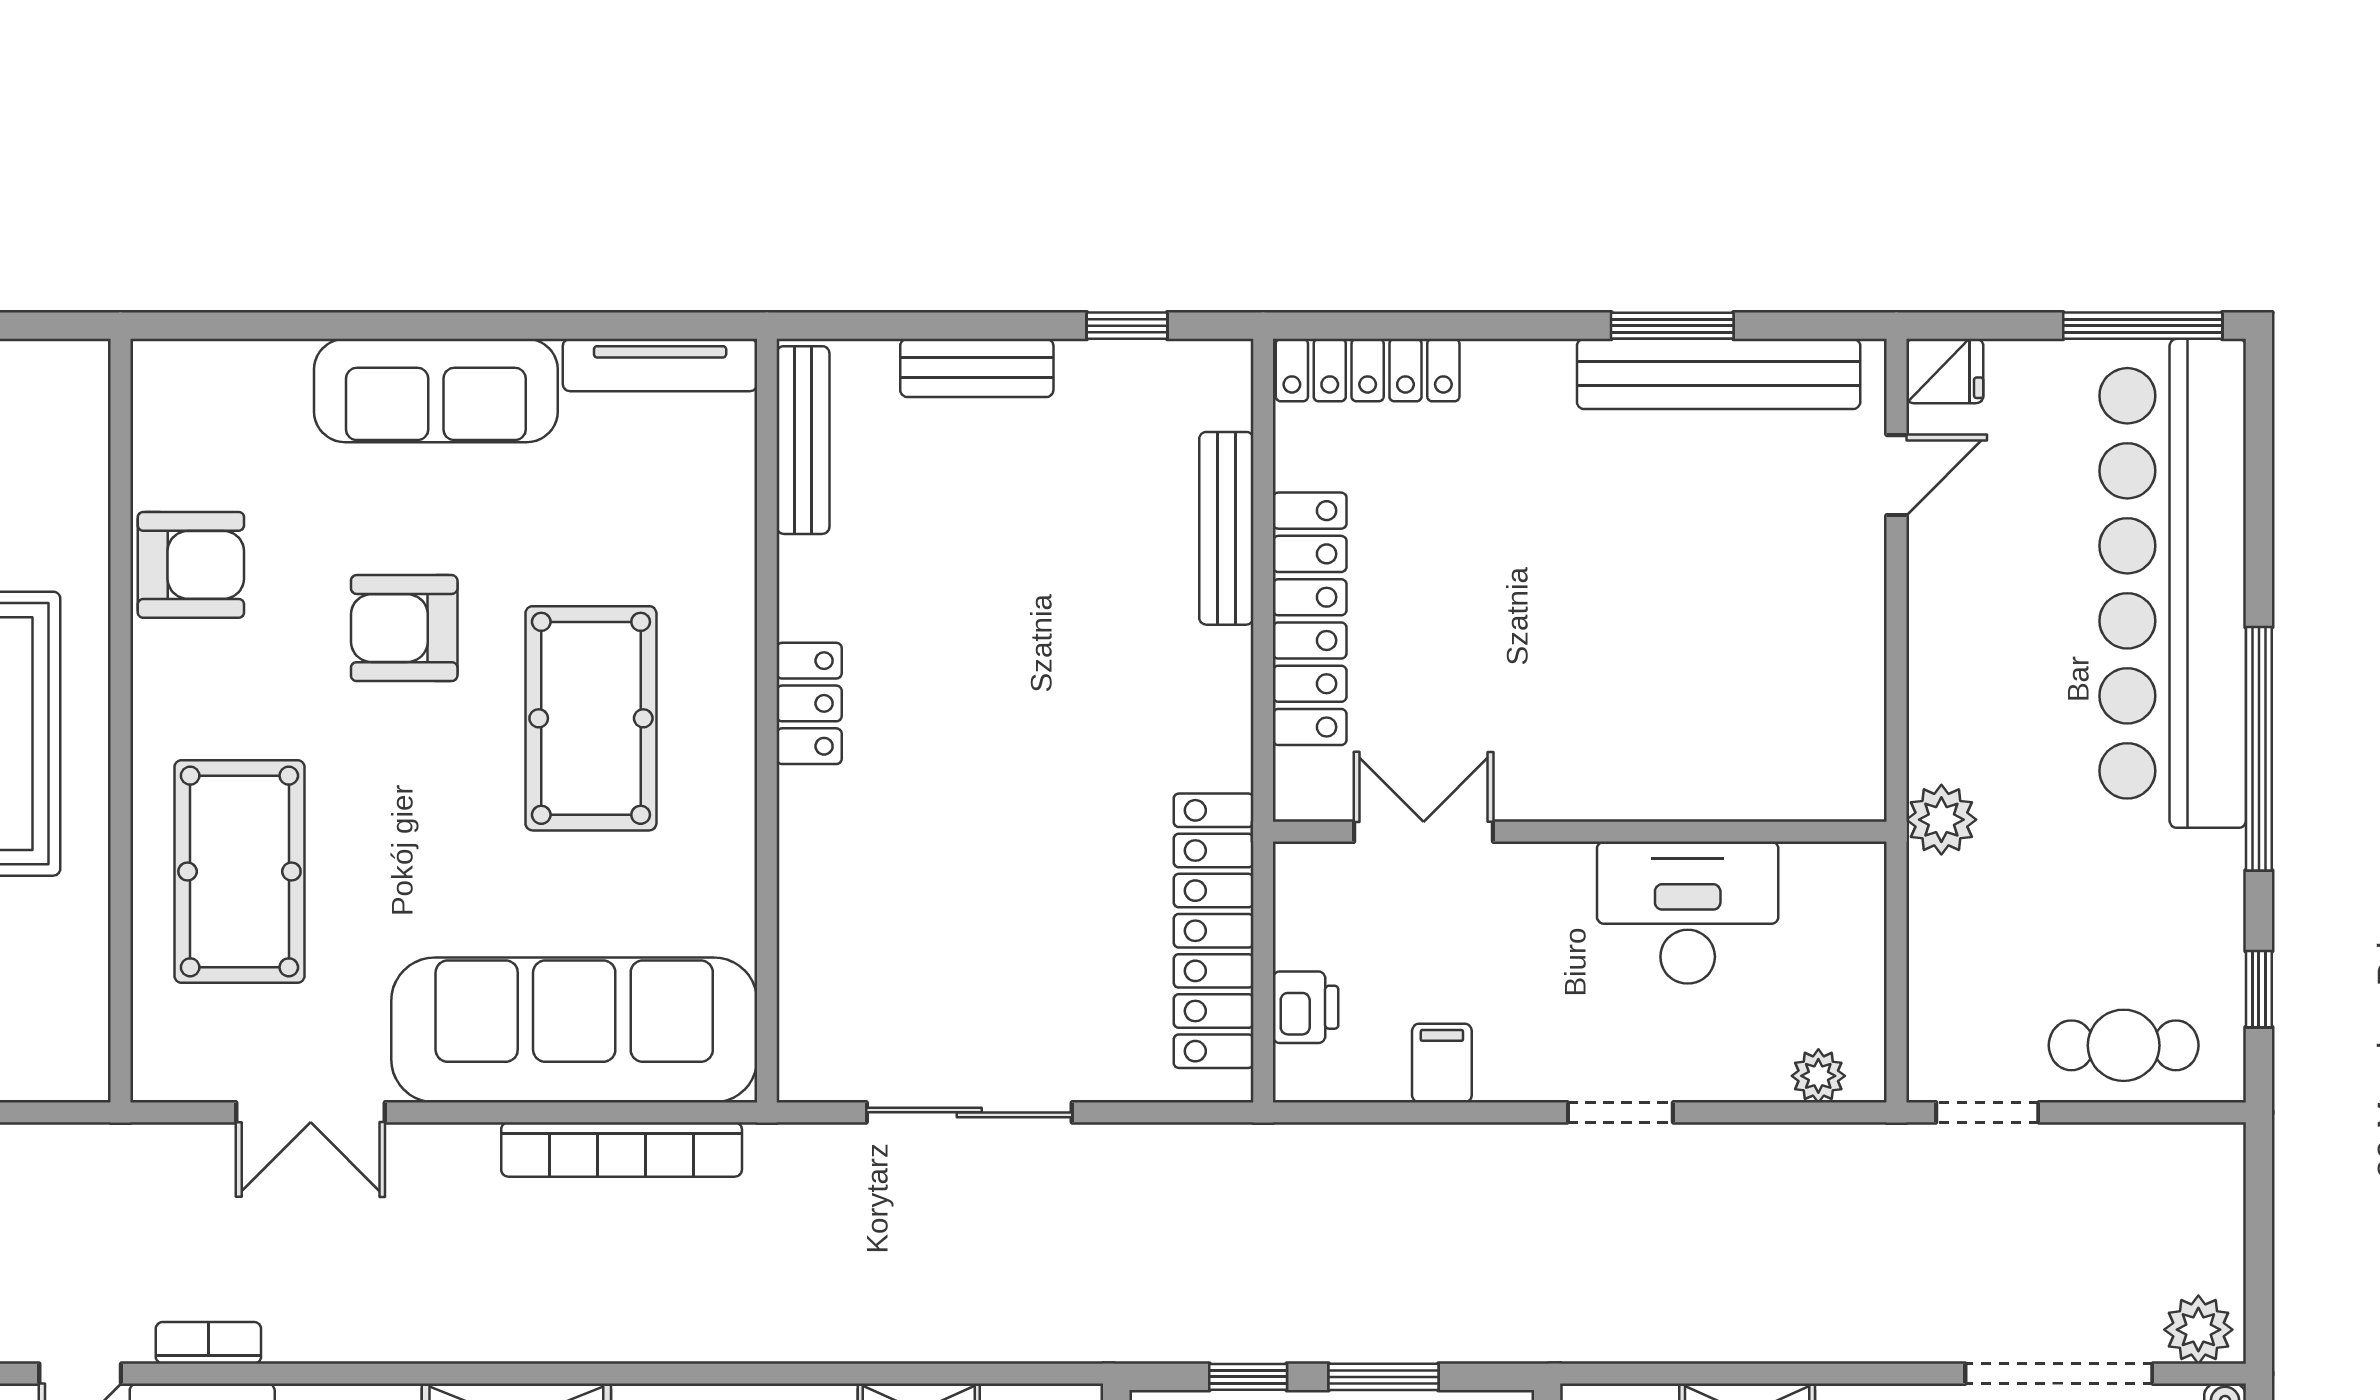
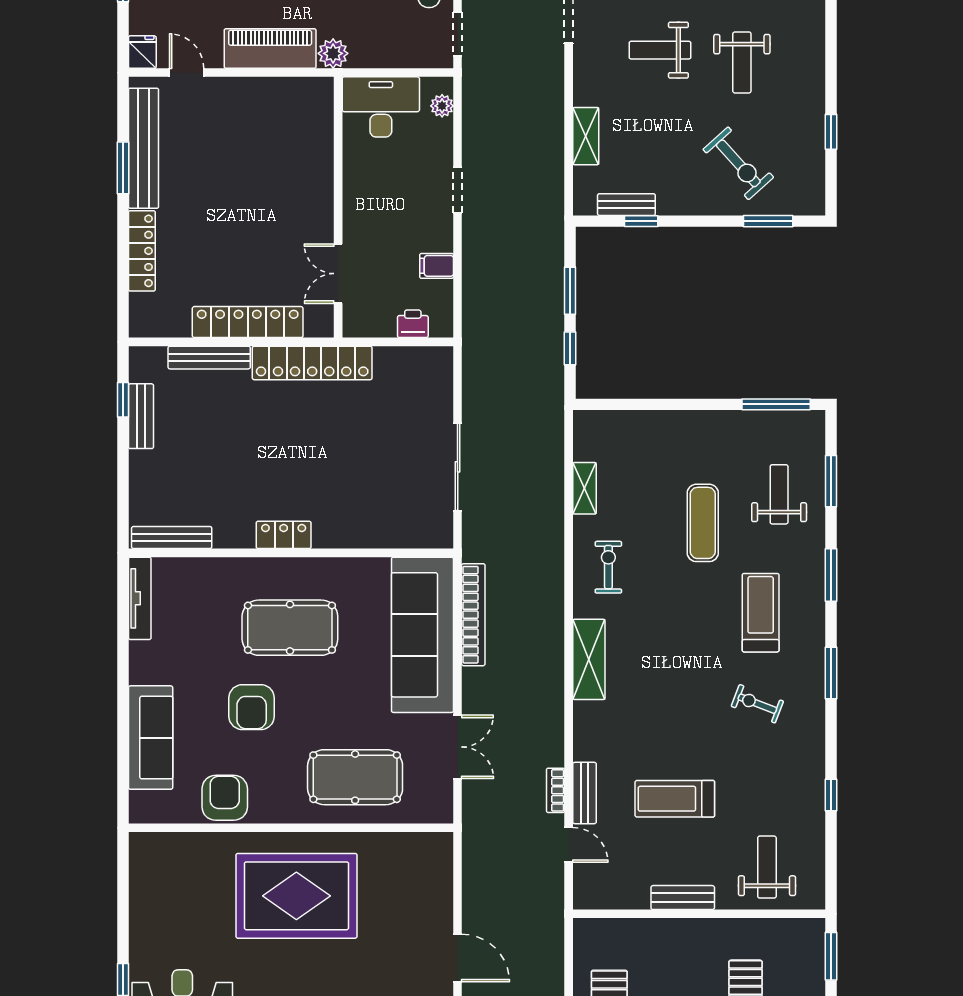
bench: (977, 368) -> (141, 416), moved
locker: (1368, 370) -> (142, 251), moved
sofa: (436, 390) -> (151, 738), moved
piano: (1953, 672) -> (270, 48), added
desk: (1688, 913) -> (381, 107), moved, turned 90
locker: (1214, 931) -> (312, 363), moved

